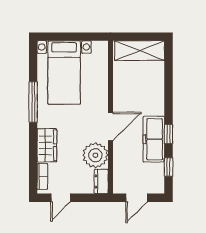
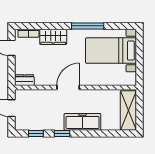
door: (110, 126) -> (68, 87), swing flipped
freezer: (154, 139) -> (82, 122), moved
plant: (95, 155) -> (45, 75), removed

